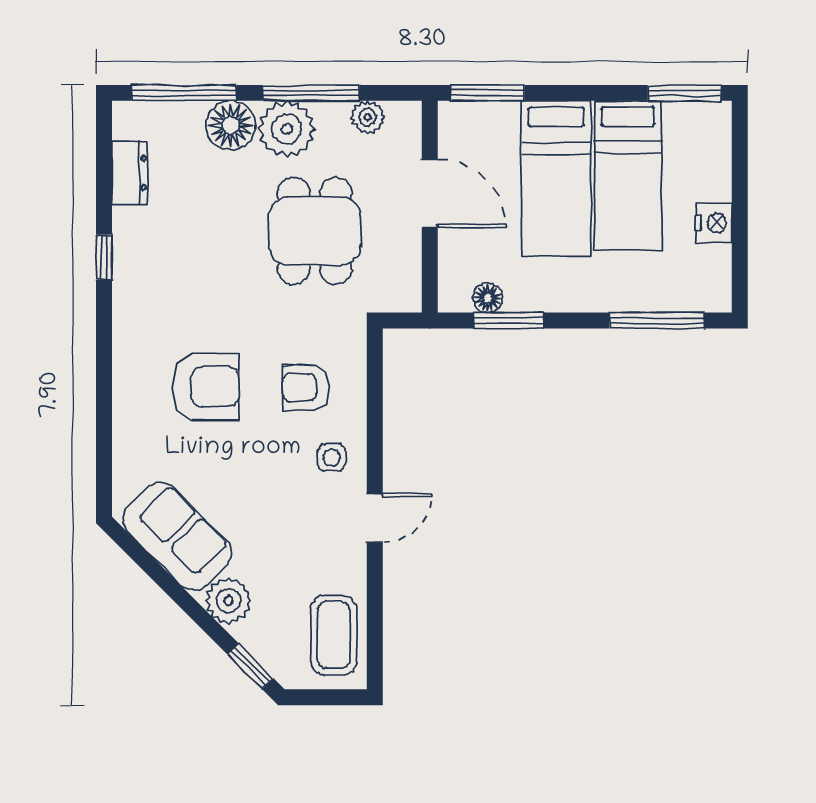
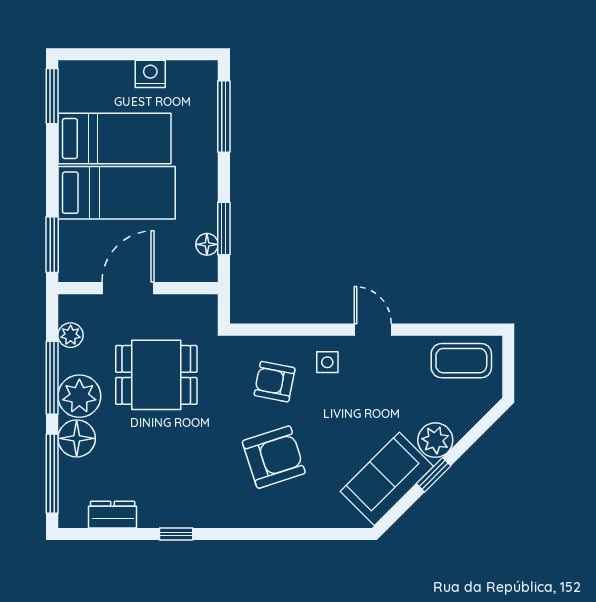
armchair: (206, 387) -> (274, 457), turned 72
armchair: (306, 388) -> (275, 382), turned 101
window: (250, 666) -> (434, 475), moved

